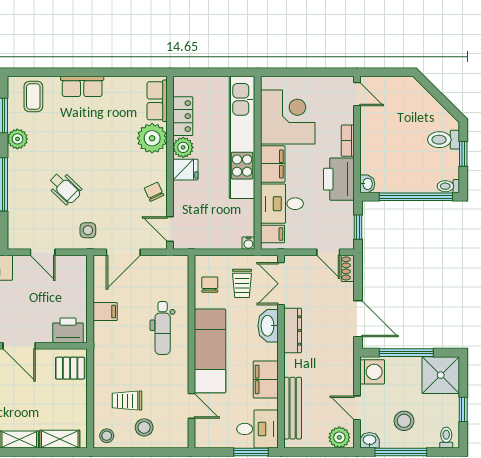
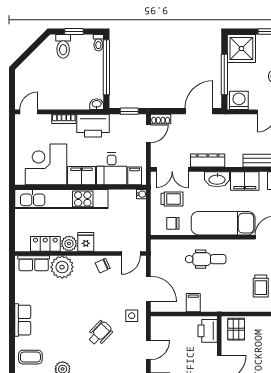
washbasin: (268, 326) -> (217, 179), moved

